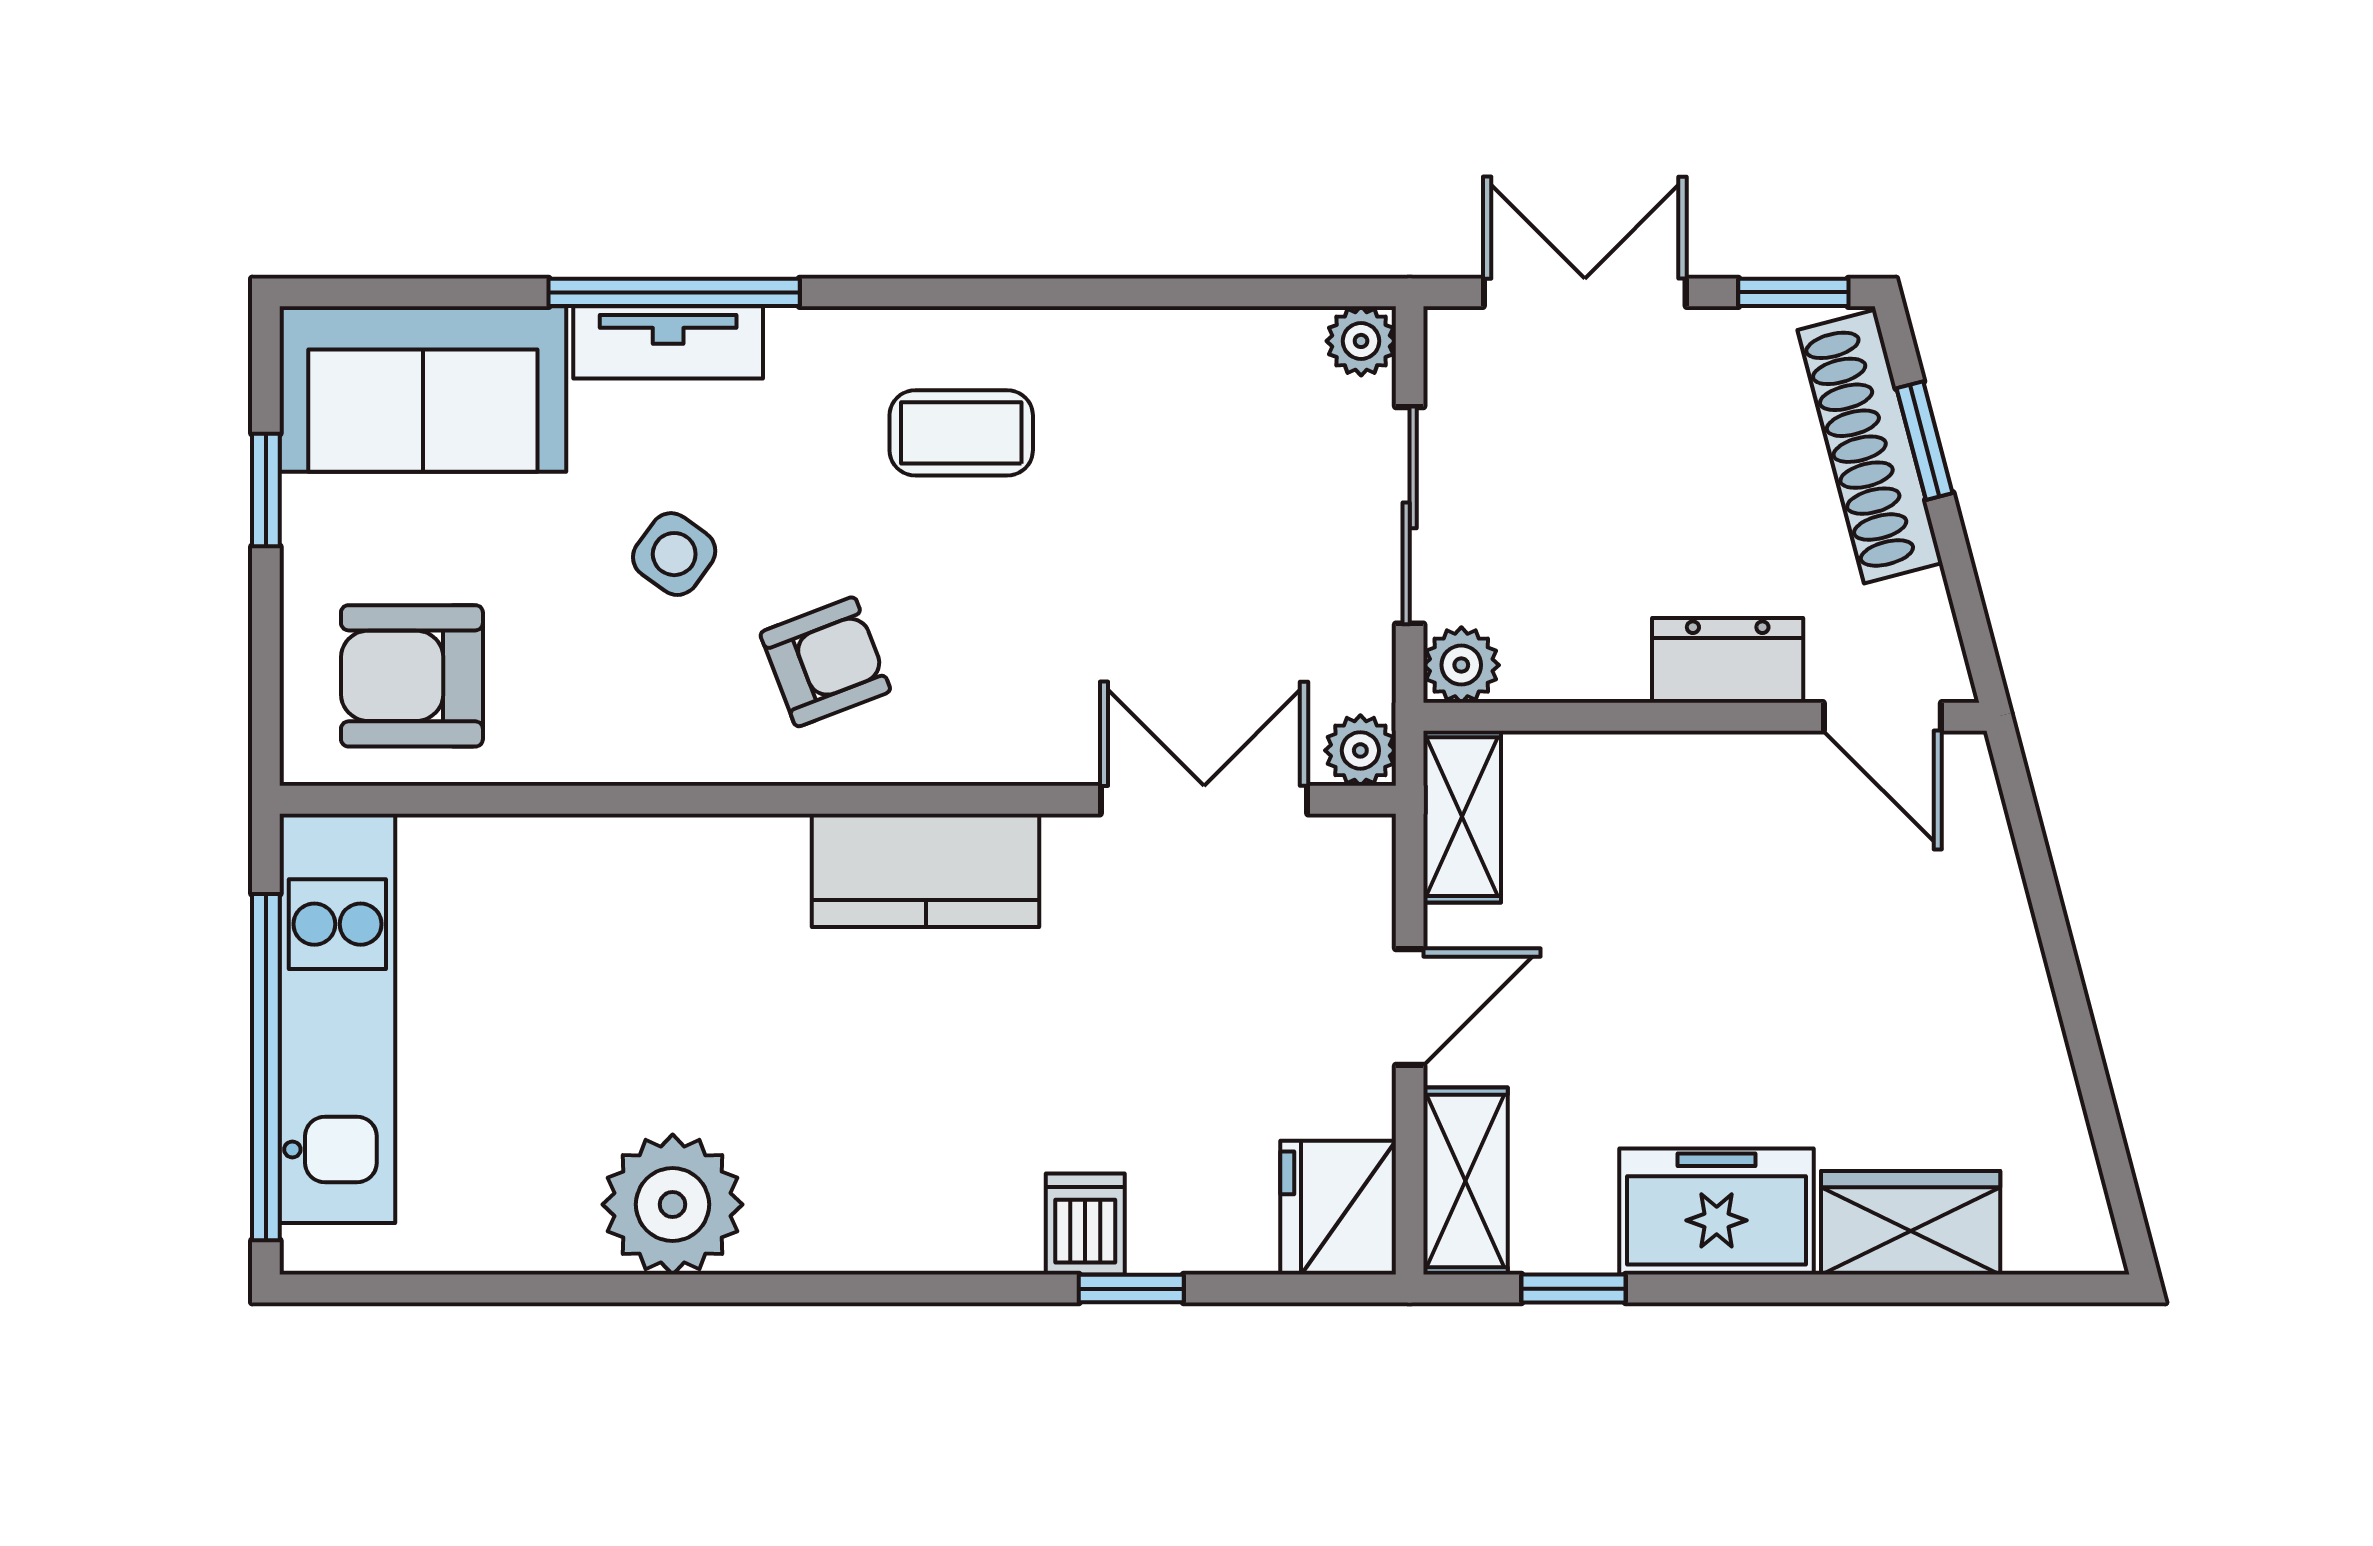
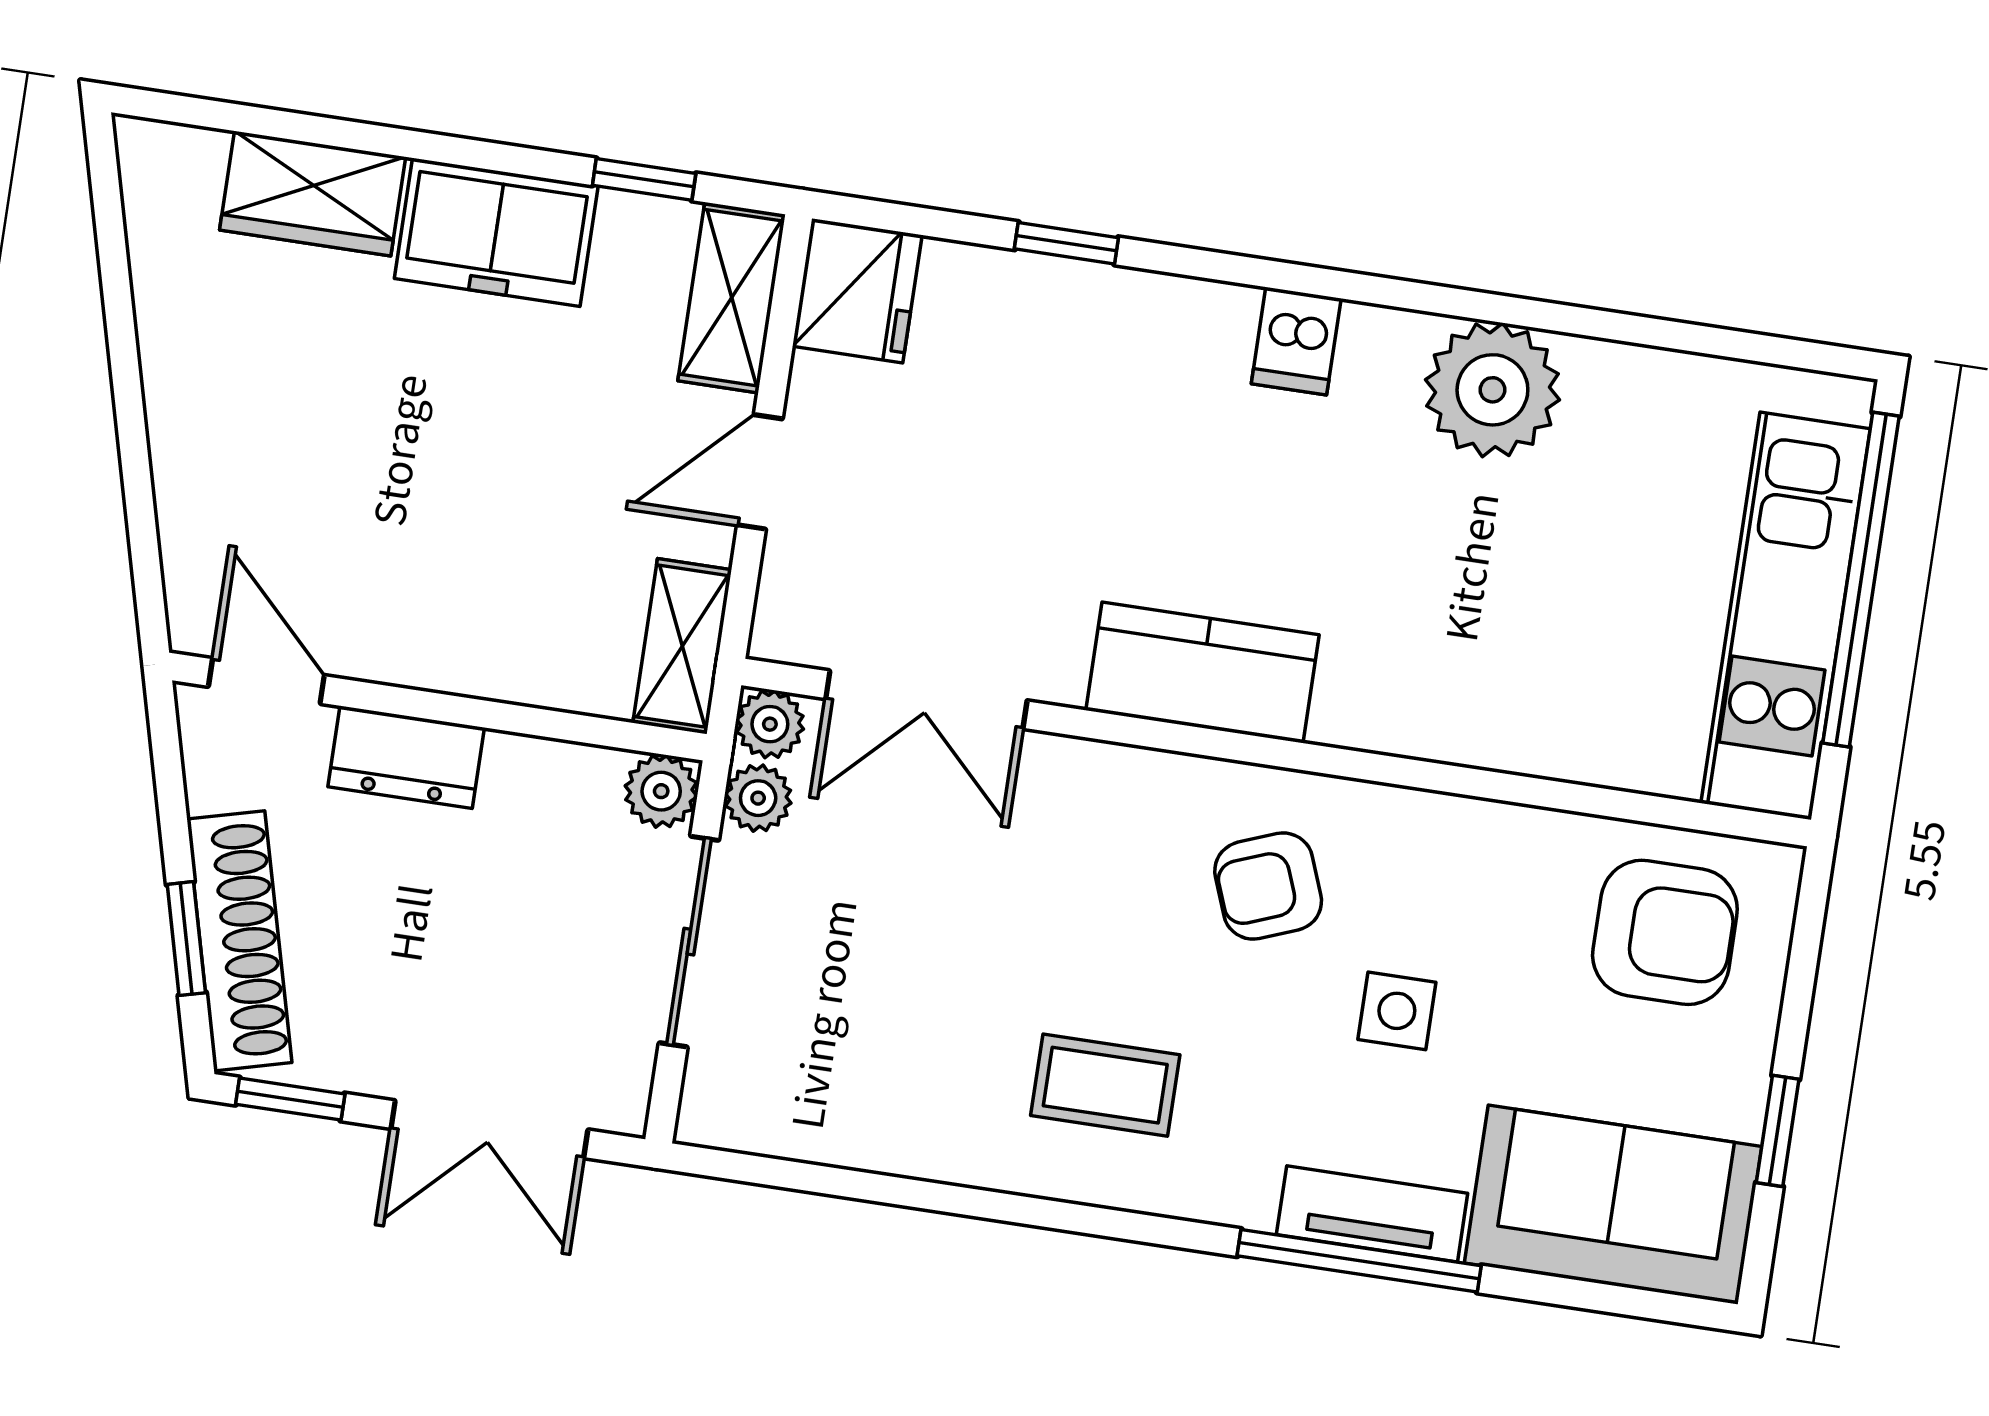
plant: (1361, 341) -> (758, 798), moved
side table: (674, 554) -> (1397, 1011), turned -36
dishwasher: (1085, 1224) -> (1296, 341), moved

